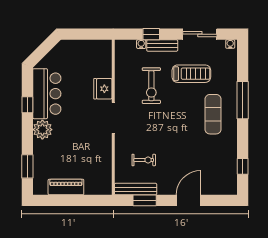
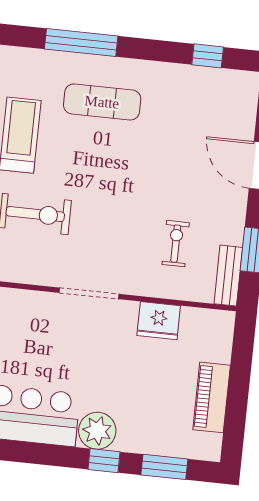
fridge: (103, 89) -> (159, 321), moved
window: (27, 105) -> (104, 461), moved
bench: (136, 189) -> (228, 276), width x0.73

